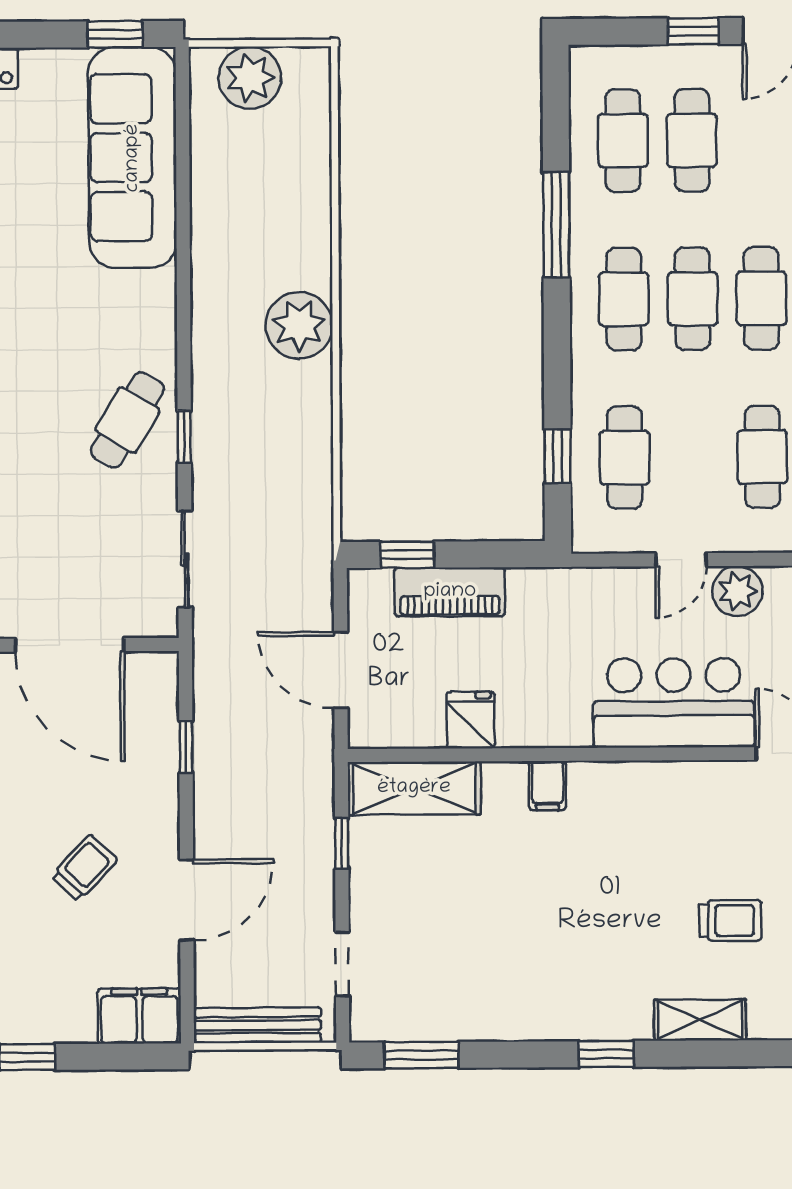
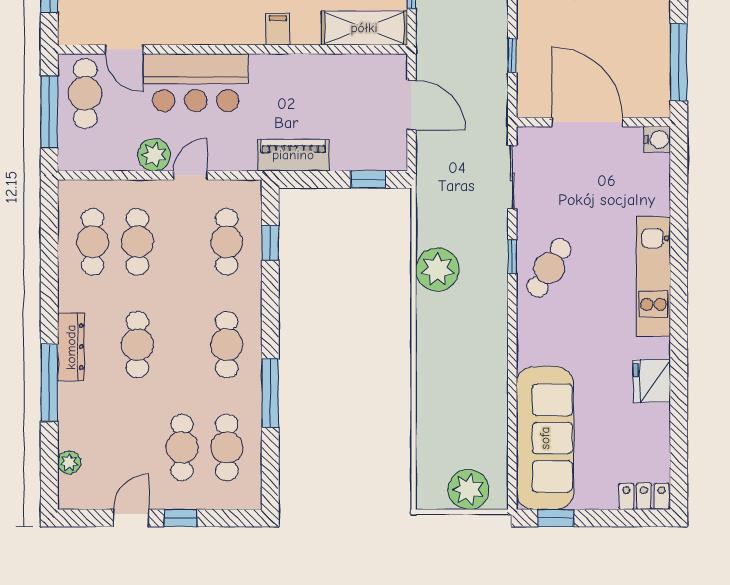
cafe table: (693, 299) -> (182, 345), removed
plant: (299, 325) -> (437, 270), moved
piano: (450, 592) -> (293, 155), moved
fridge: (471, 720) -> (327, 72), removed

